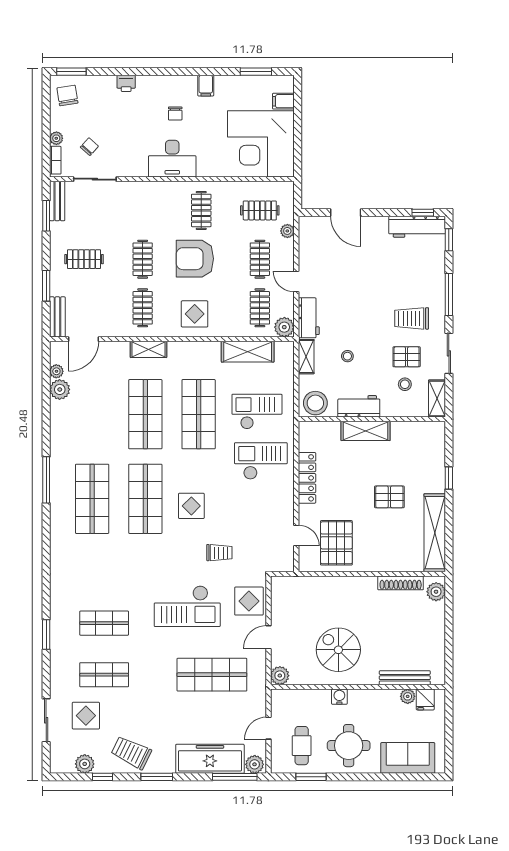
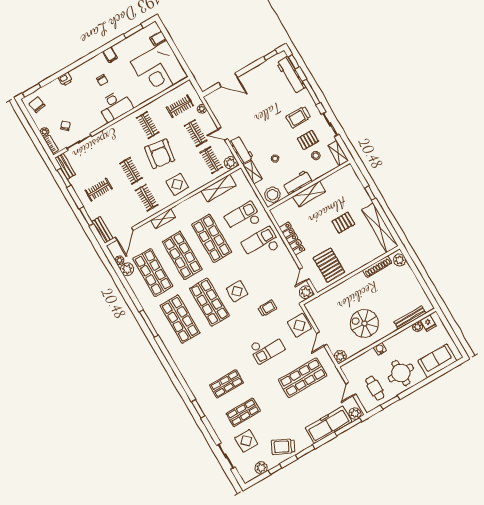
workbench: (417, 227) -> (291, 75), moved, turned 90
armchair: (195, 259) -> (160, 154), turned -81
shop shelf: (92, 414) -> (153, 273), added
door: (296, 536) -> (304, 274), swing flipped
plant: (284, 562) -> (306, 292), added
checkout: (187, 606) -> (267, 348), width x0.73, depth x0.83

